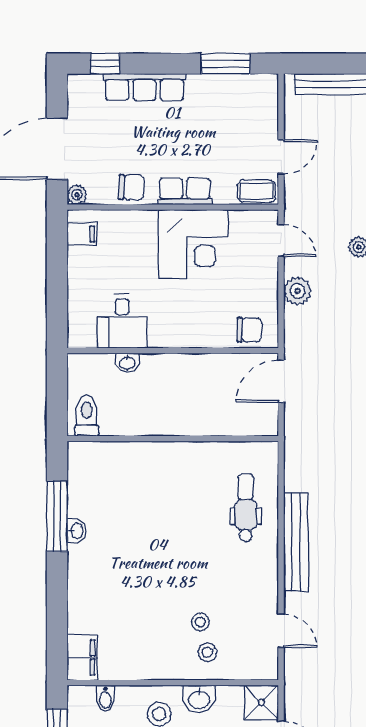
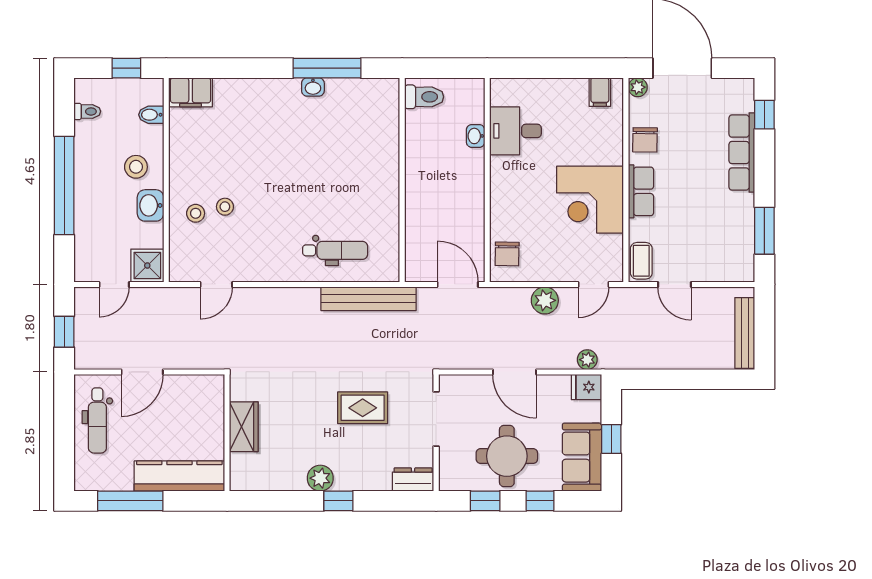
bench: (296, 542) -> (369, 299), moved

